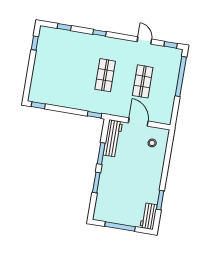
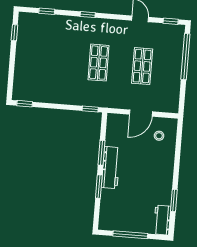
door: (138, 122) -> (141, 113), swing flipped
workbench: (113, 138) -> (111, 168), moved

